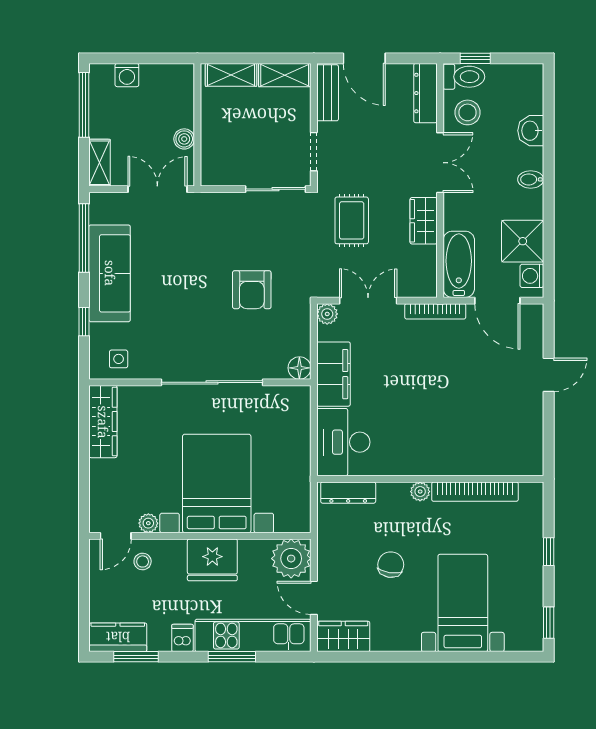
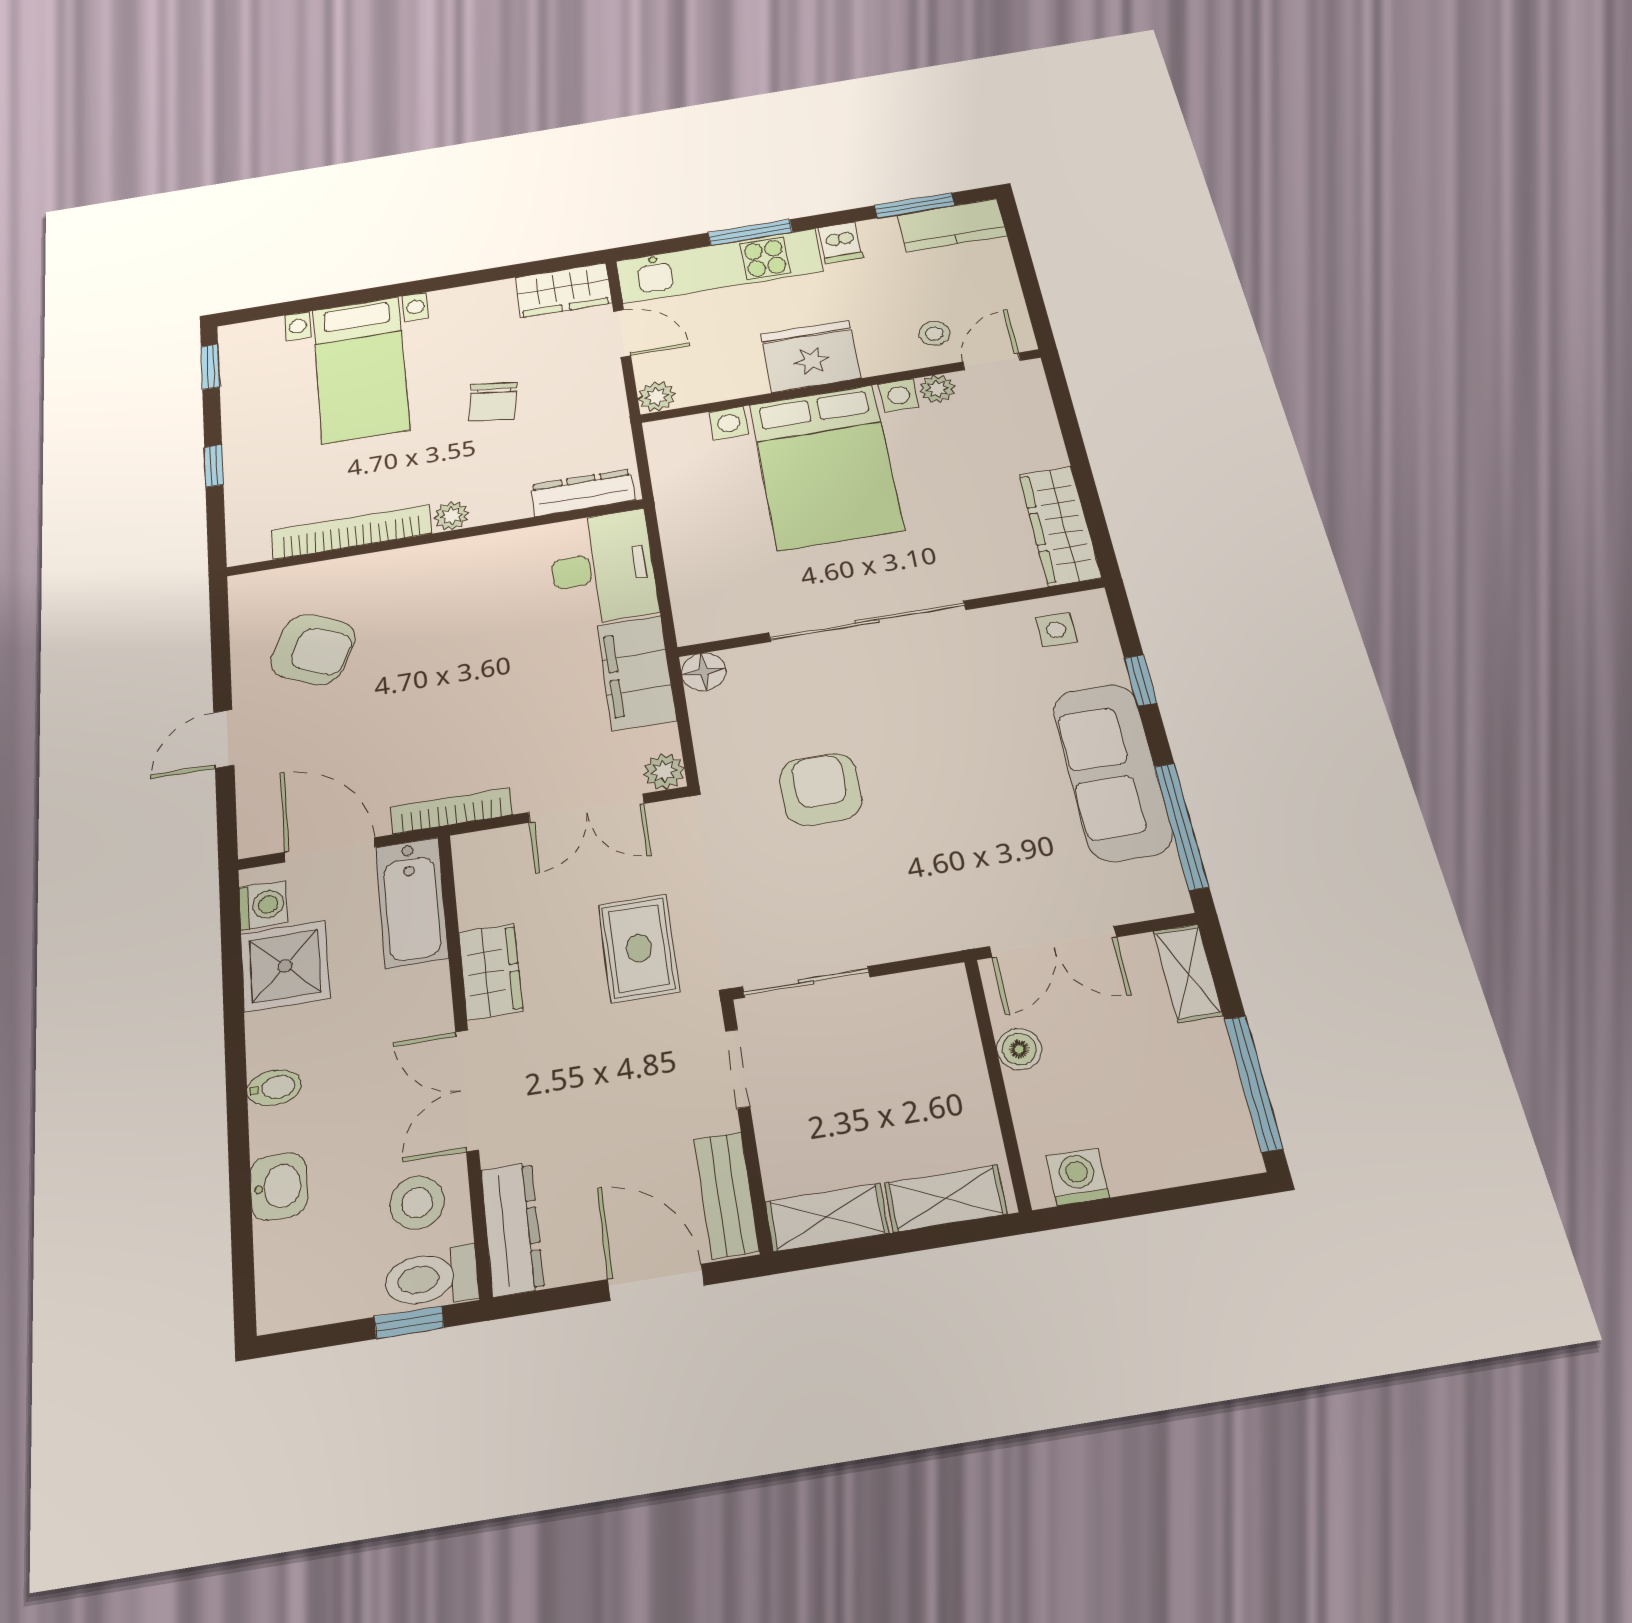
washing machine: (127, 75) -> (1078, 1177), moved
armchair: (500, 420) -> (313, 649), added
plant: (291, 559) -> (657, 397), width x0.53, depth x0.53

